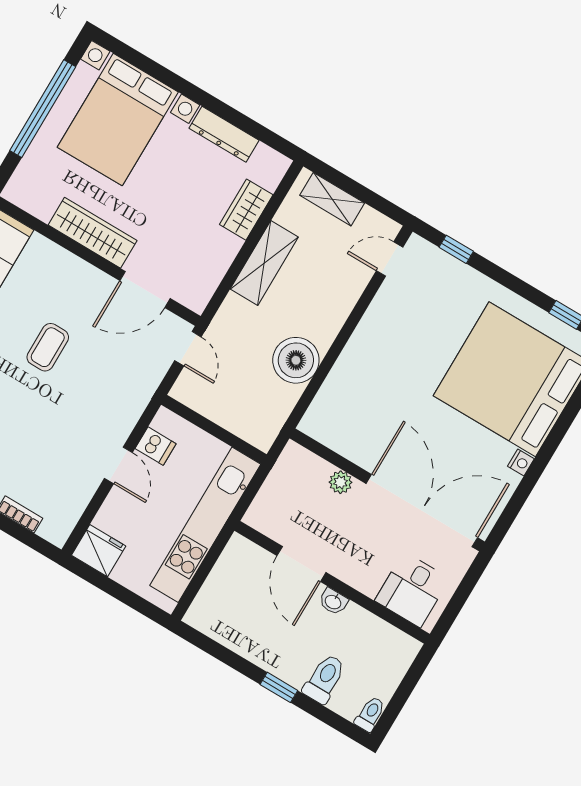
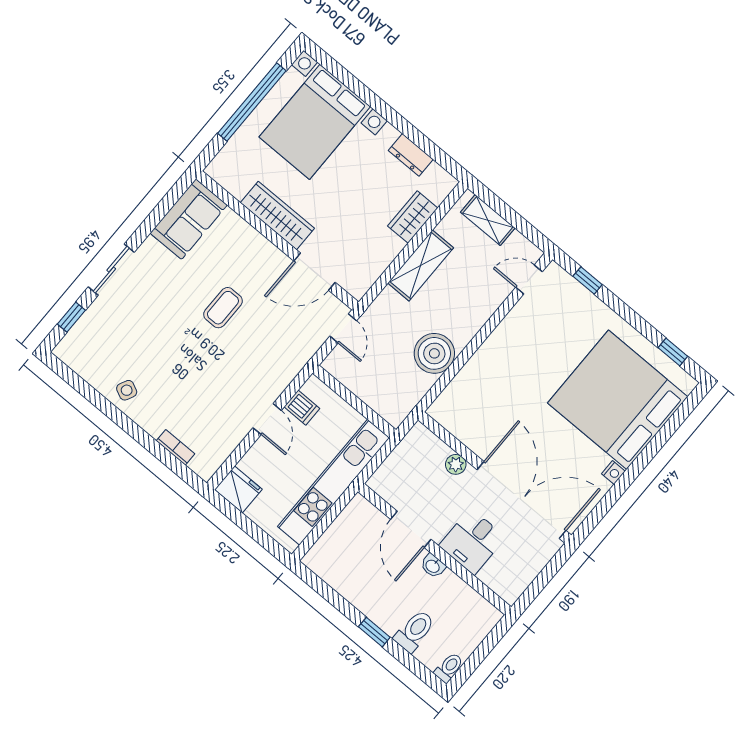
dresser: (224, 134) -> (411, 155), width x0.70
desk: (412, 590) -> (472, 541), moved

